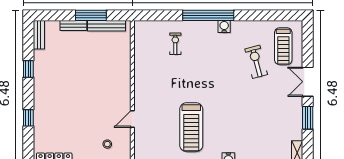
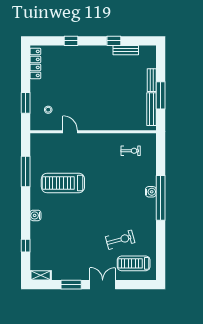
water cooler: (224, 27) -> (151, 192), moved
bench: (39, 35) -> (126, 50), moved
exercise bike: (175, 44) -> (131, 151), moved

